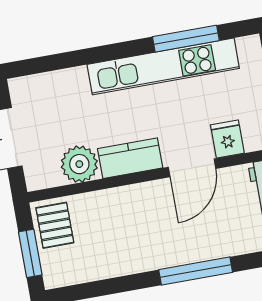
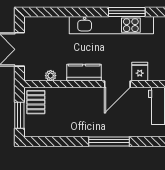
plant: (79, 164) -> (51, 76), width x0.53, depth x0.53

